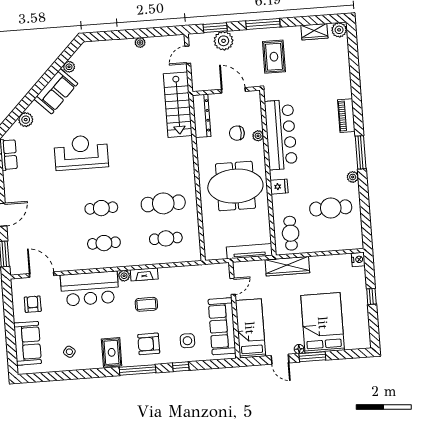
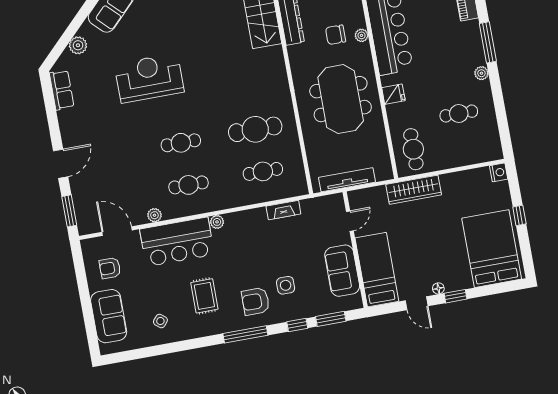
meeting table: (235, 186) -> (341, 99), turned 90
cafe table: (331, 208) -> (459, 114), width x0.73, depth x0.74
tv unit: (249, 251) -> (347, 180), moved
plant: (74, 265) -> (154, 215), added
fireplace: (144, 274) -> (283, 210), moved
armchair: (33, 304) -> (110, 268), turned -90
coffee table: (146, 304) -> (248, 254), removed
bed: (323, 323) -> (492, 249), moved
sofa: (222, 326) -> (342, 271), width x0.73
side table: (187, 341) -> (286, 285), moved
rug: (112, 352) -> (204, 296), moved
window: (312, 357) -> (455, 296), width x0.67
window: (209, 365) -> (331, 319), added

